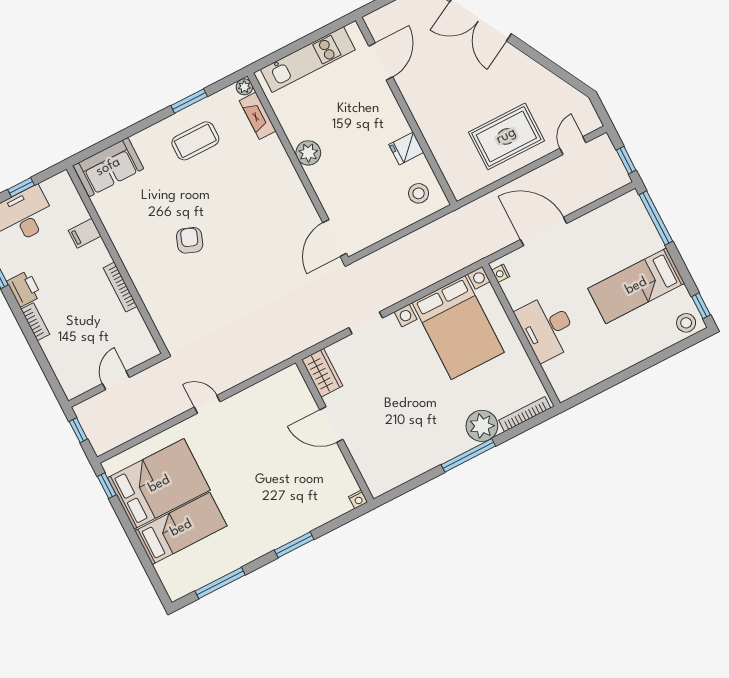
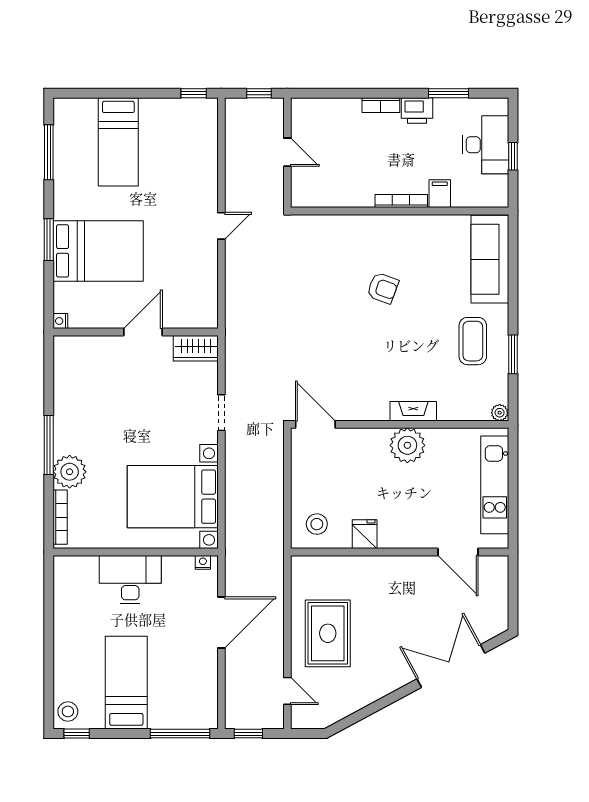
fireplace: (258, 116) -> (413, 411), moved
plant: (308, 153) -> (407, 445), width x1.36, depth x1.36
sofa: (108, 167) -> (490, 259), width x1.36
bookcase: (120, 287) -> (401, 201), moved
bed: (159, 484) -> (98, 251), moved, turned -90

